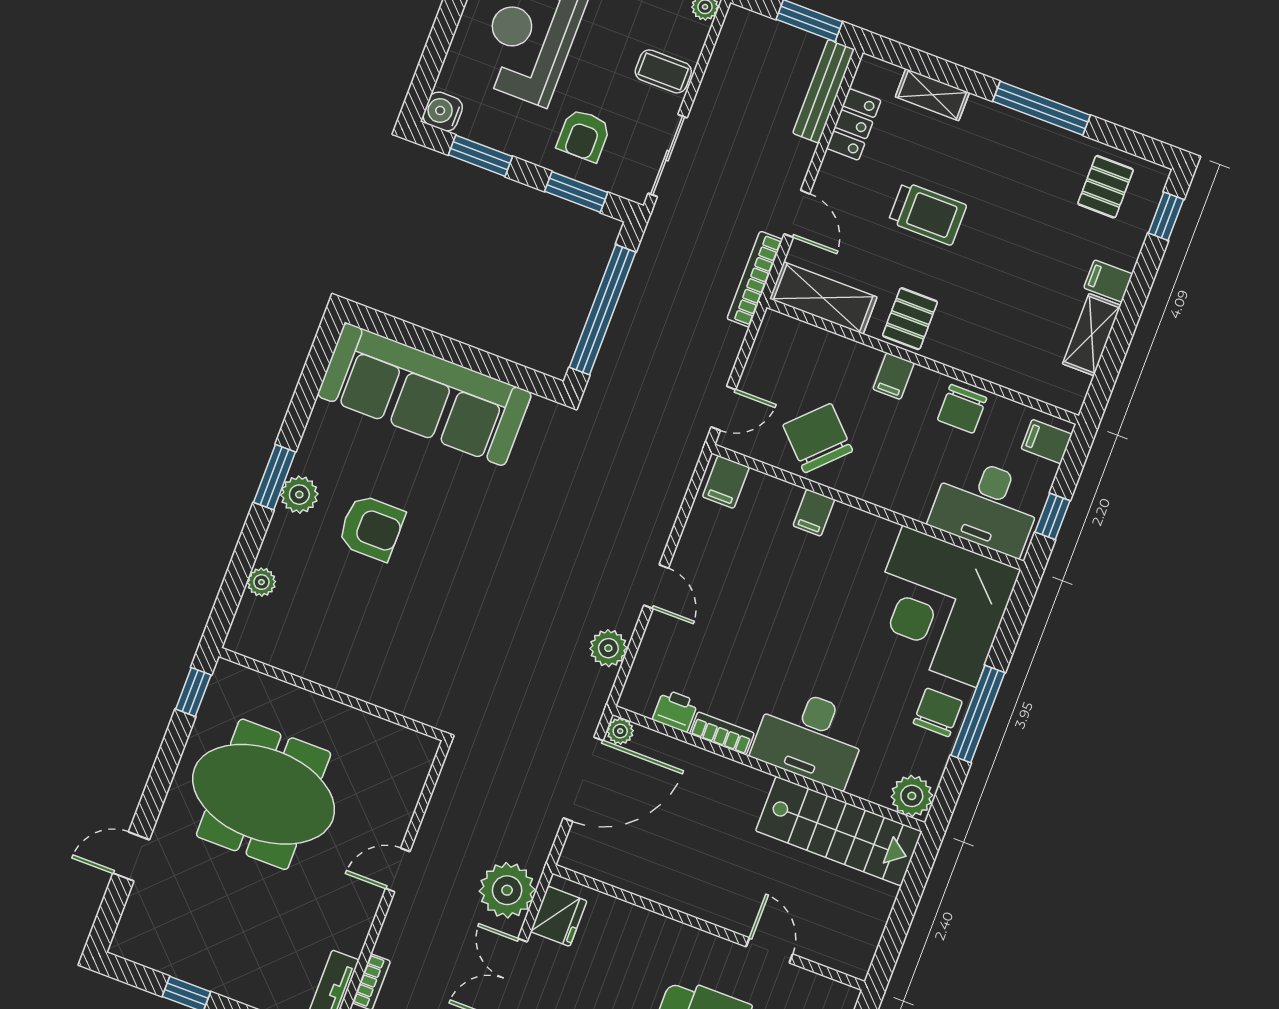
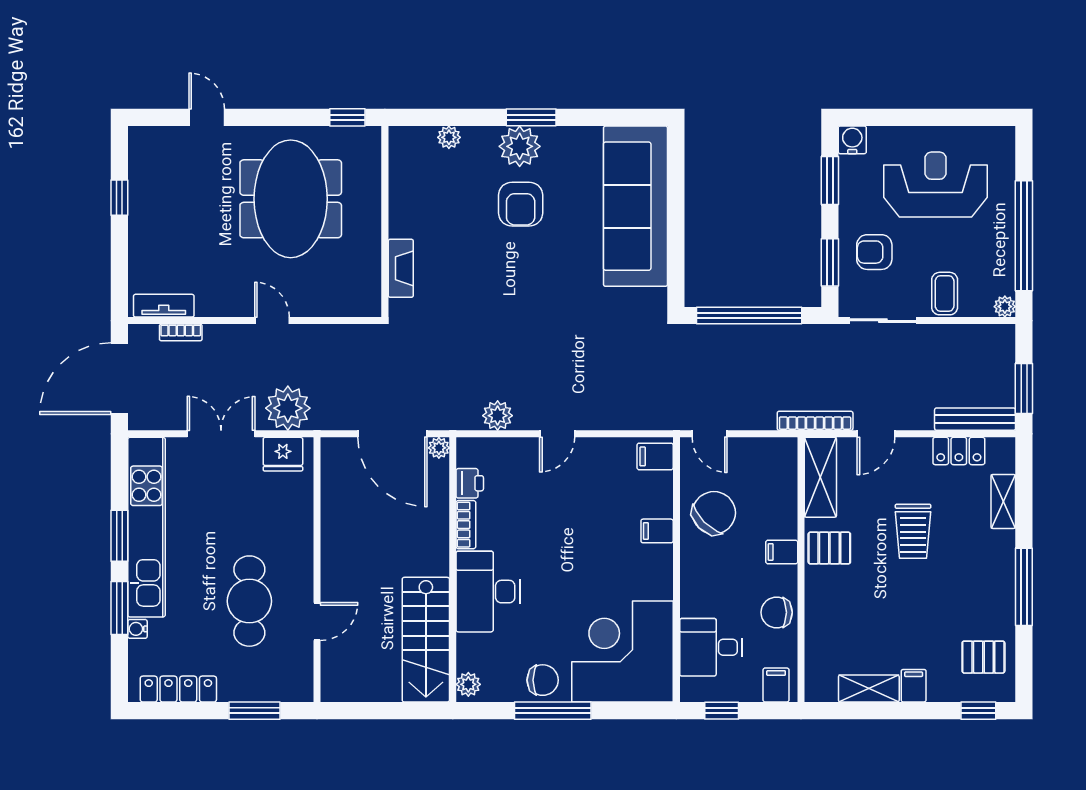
plant: (299, 495) -> (520, 146), width x1.36, depth x1.36
desk: (986, 506) -> (711, 647), width x0.73
fireplace: (393, 696) -> (401, 268), added
plant: (912, 796) -> (468, 684), width x0.73, depth x0.73

